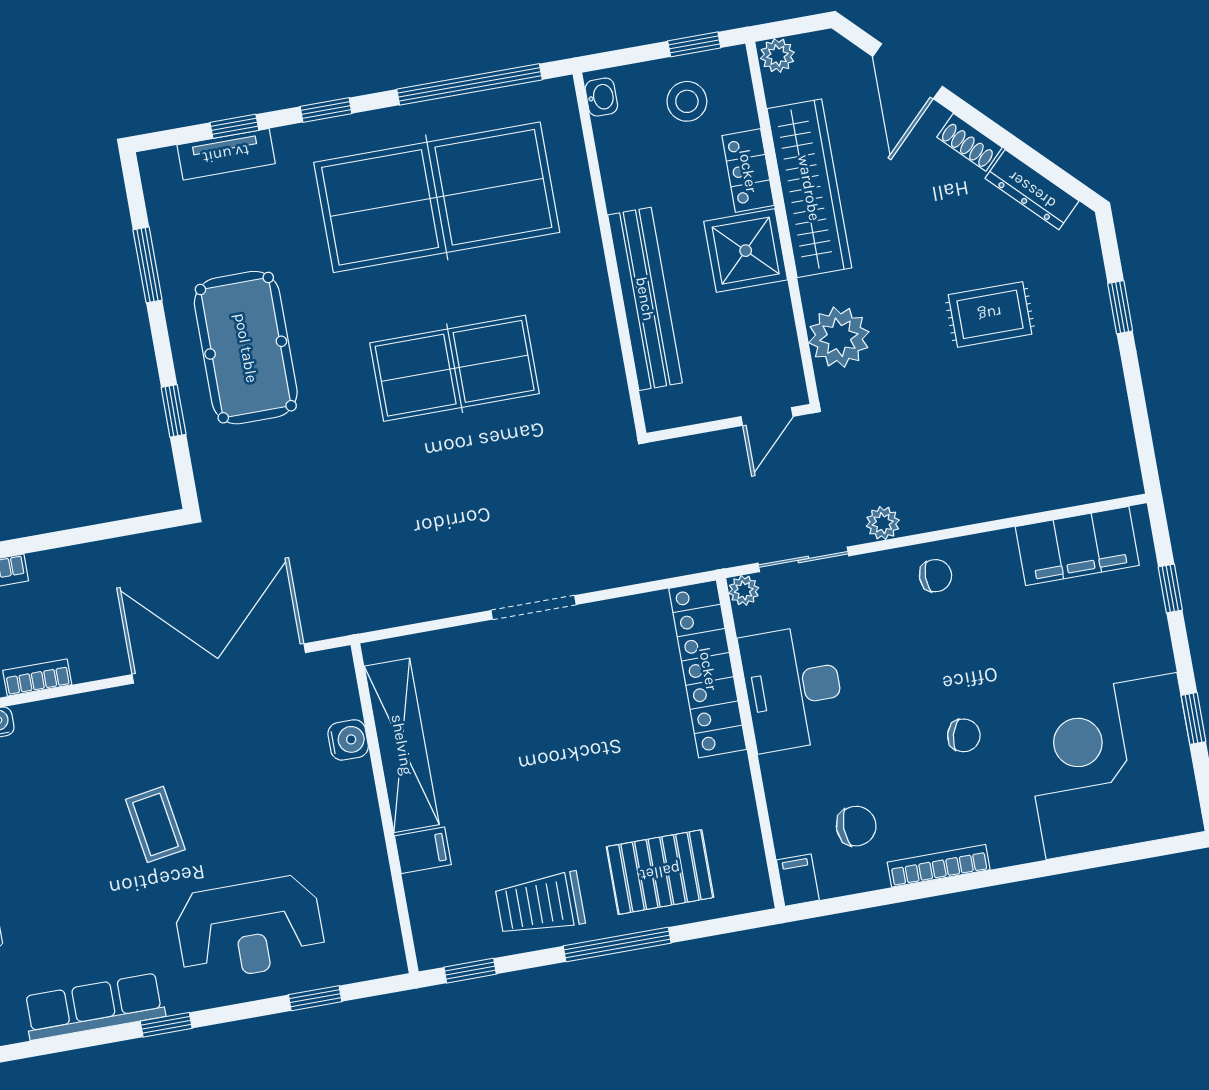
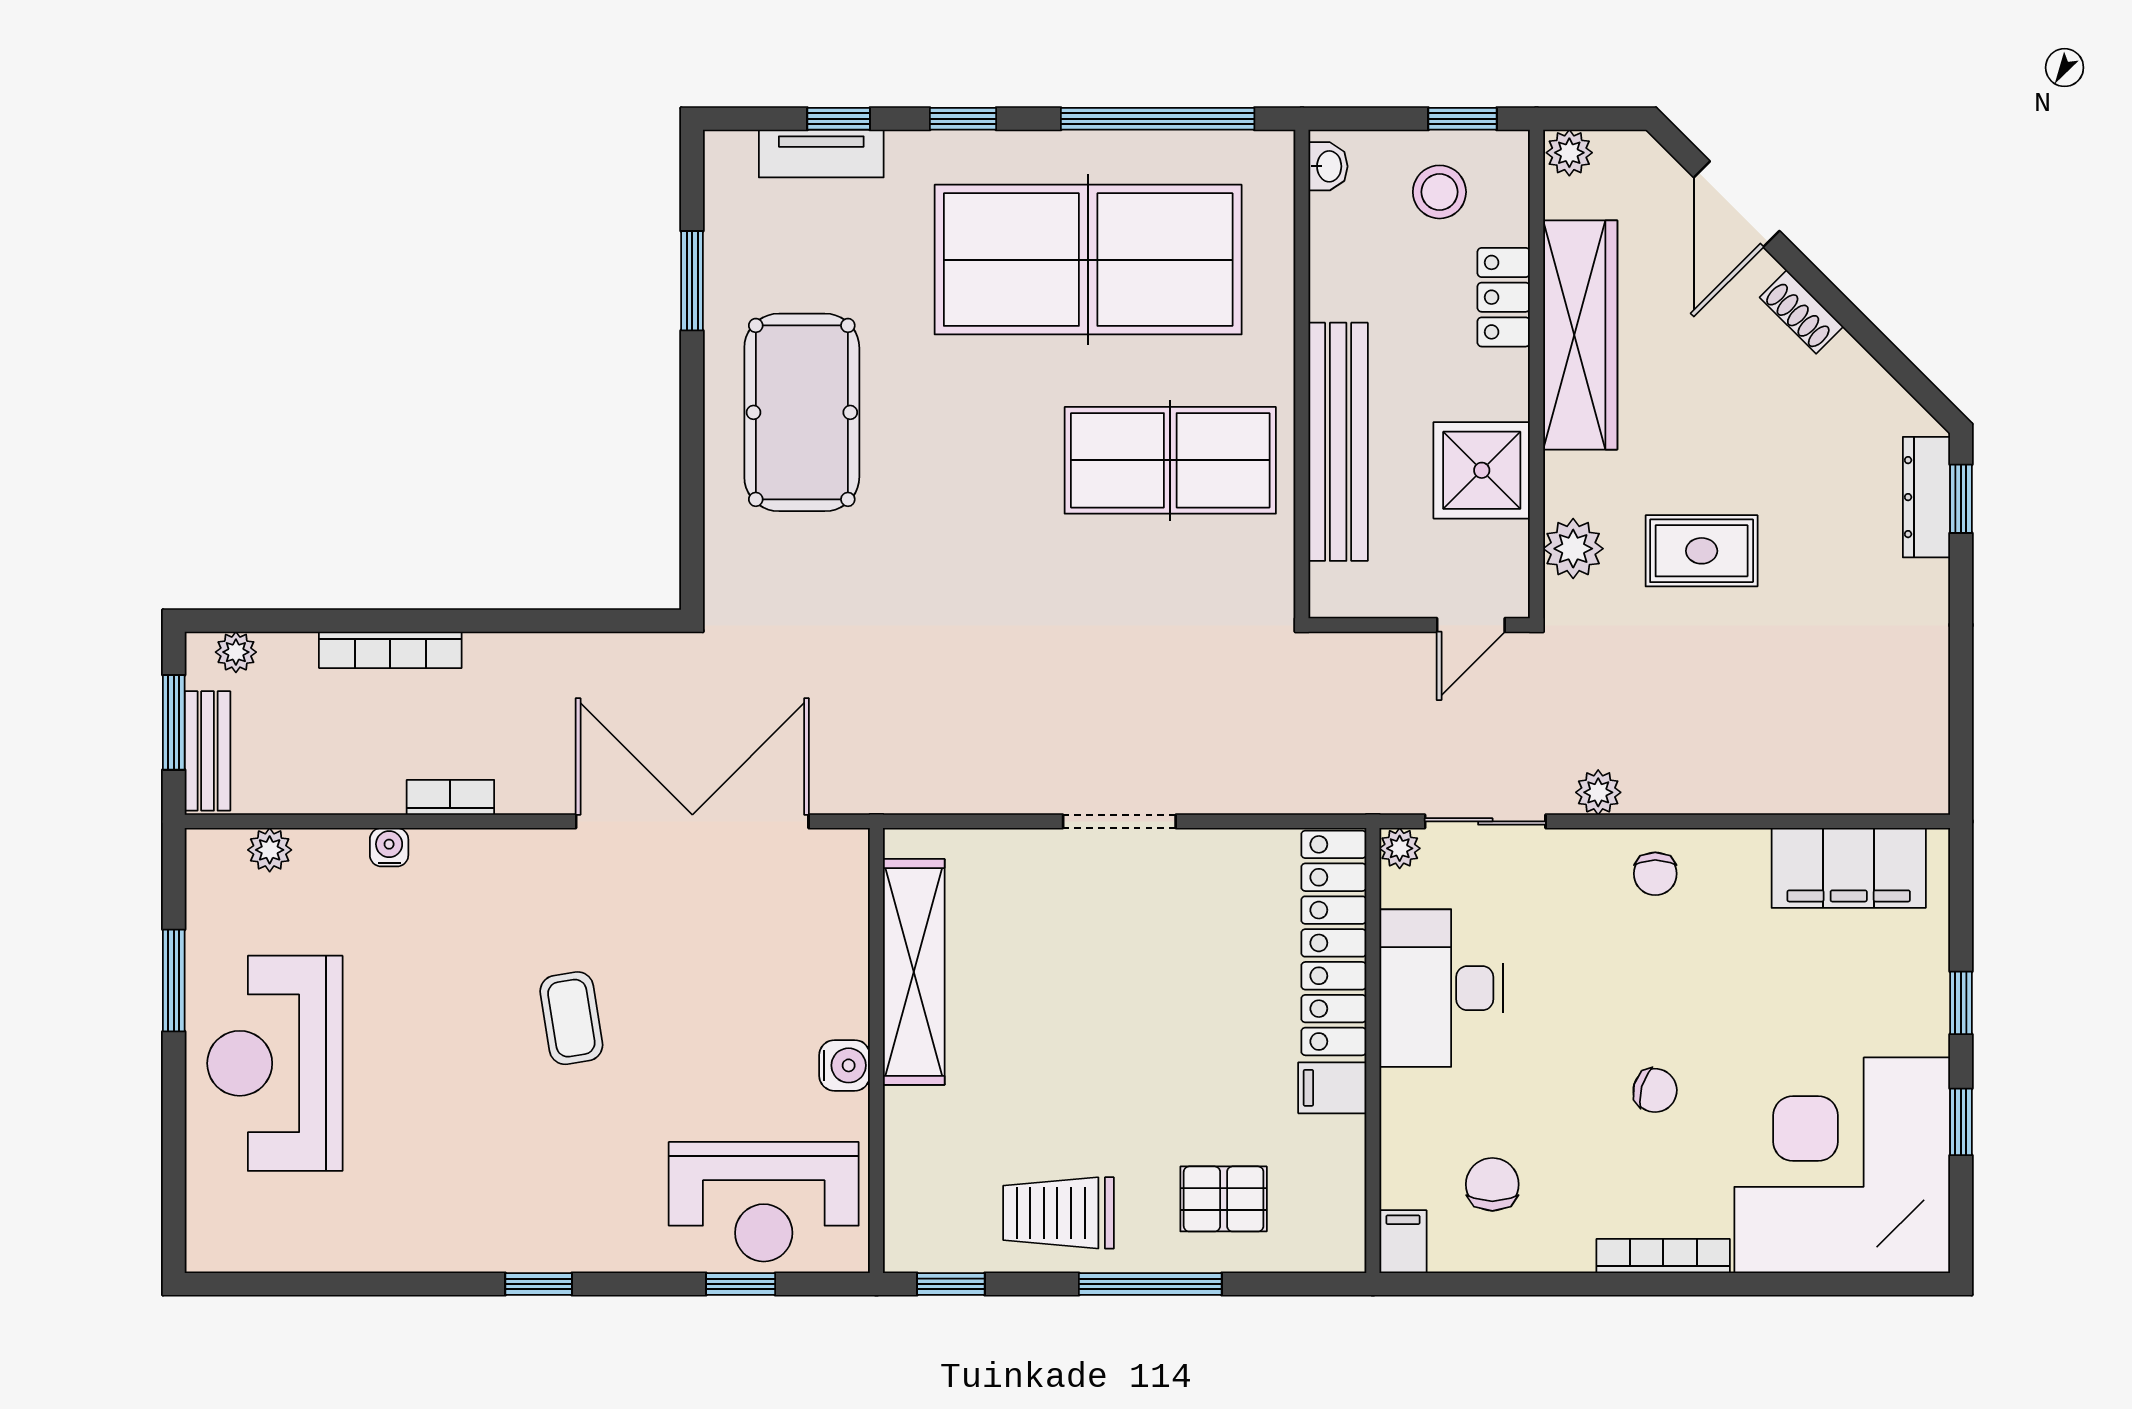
dresser: (1032, 190) -> (1926, 497), moved, turned 45
shower: (746, 251) -> (1482, 470), moved
window: (1120, 307) -> (1961, 499), moved
rug: (990, 314) -> (1702, 551), moved
plant: (839, 337) -> (1573, 549), width x0.73, depth x0.73
table tennis table: (455, 368) -> (1170, 460), moved
window: (174, 411) -> (692, 479), removed
chair: (935, 576) -> (1655, 874), turned 90
window: (1170, 589) -> (1961, 1003), moved
water cooler: (348, 740) -> (845, 1065), moved
chair: (856, 826) -> (1492, 1184), turned -90
filing cabinet: (423, 850) -> (1332, 1088), moved, turned 180
bookcase: (939, 866) -> (1663, 1256), moved
pallet: (660, 872) -> (1224, 1199), width x0.67, depth x0.71
reception desk: (250, 928) -> (764, 1202), moved
row of seats: (94, 1007) -> (448, 1243), removed

